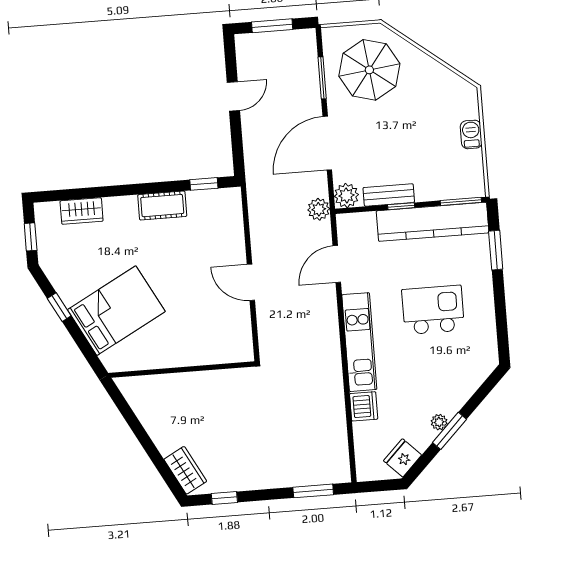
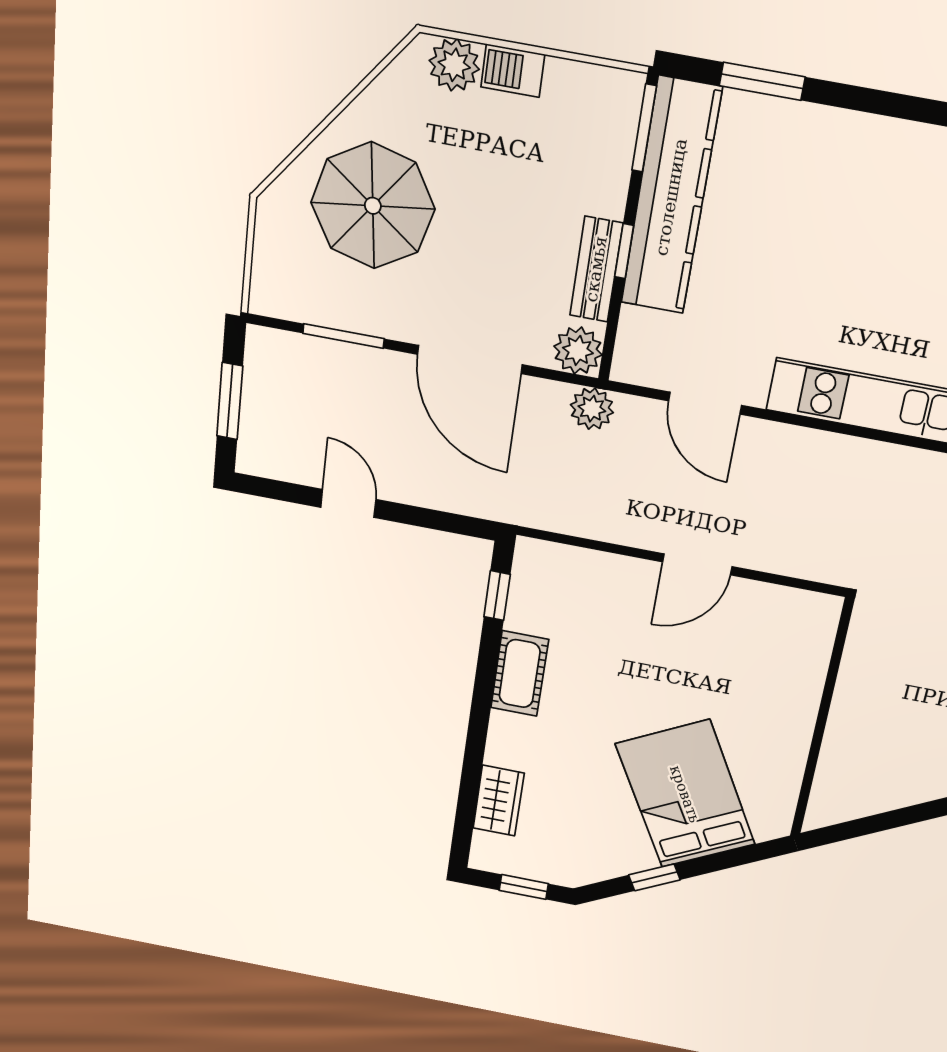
parasol: (369, 70) -> (373, 206), moved
plant: (467, 107) -> (454, 65), added
kitchen island: (433, 310) -> (847, 243), removed

